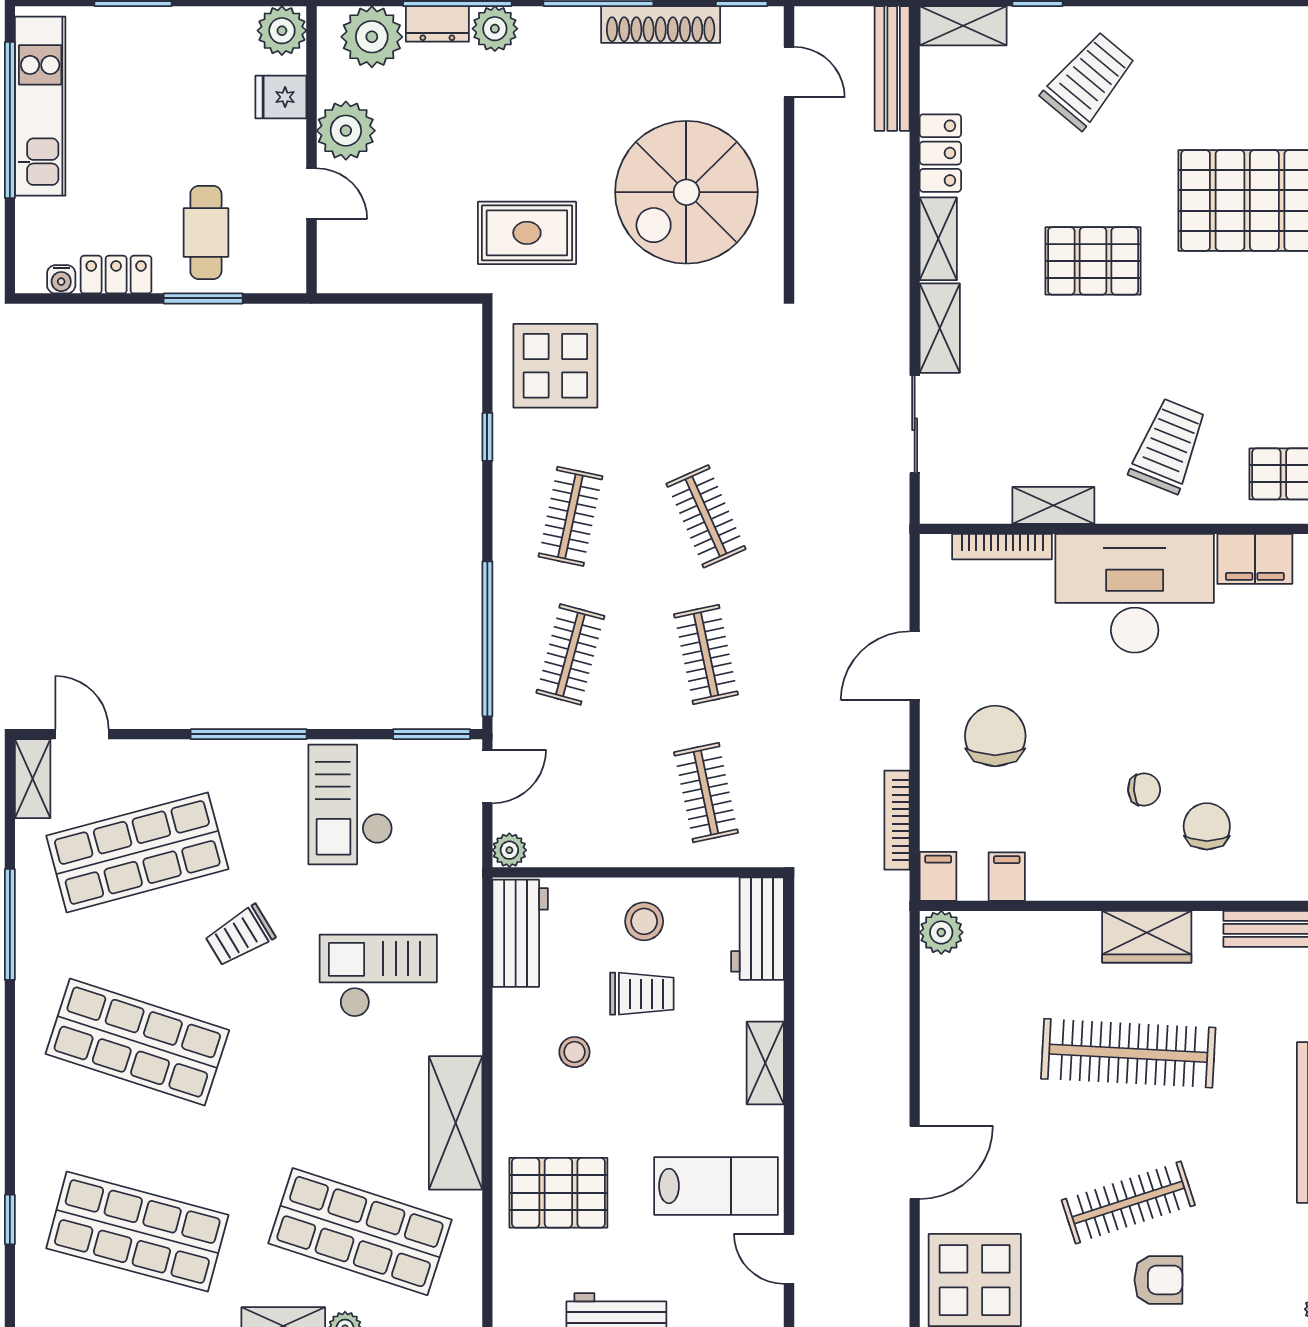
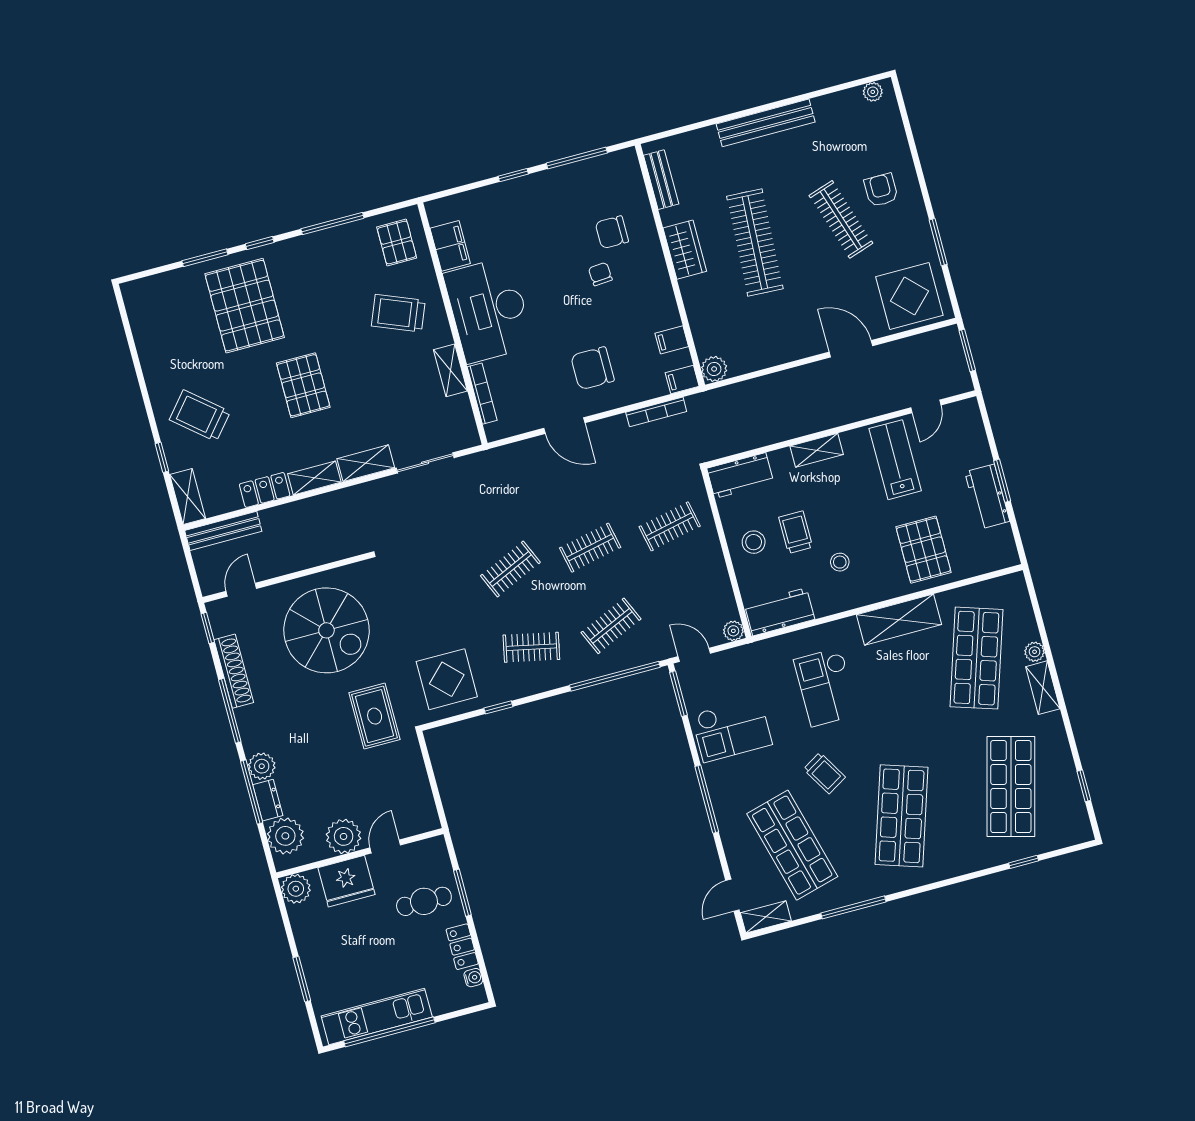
fridge: (281, 97) -> (346, 881), width x1.88, depth x1.34
clothes rail: (570, 654) -> (611, 626), turned -39

